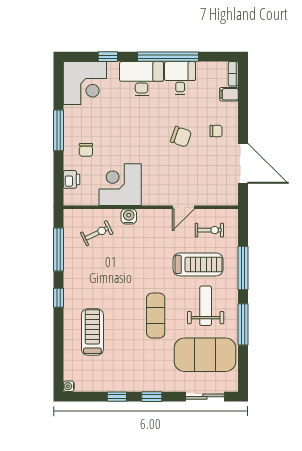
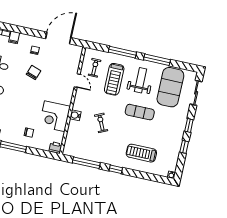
printer: (71, 179) -> (56, 148), moved
exercise bike: (97, 233) -> (101, 123), moved
treadmill: (198, 264) -> (114, 79), turned 180
weight bench: (206, 306) -> (140, 80), turned 90

